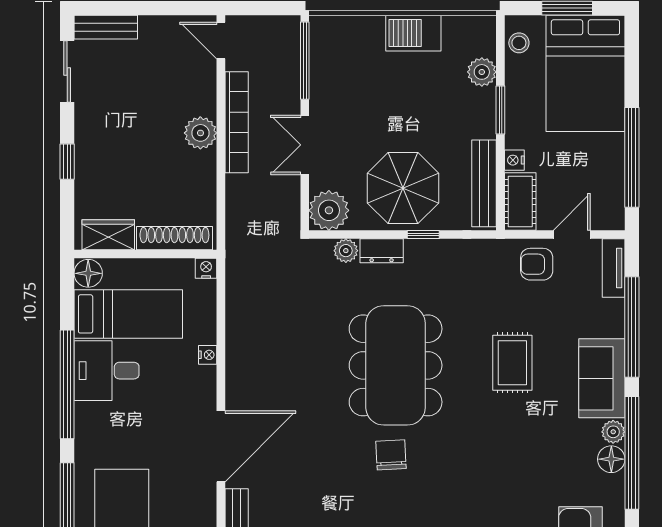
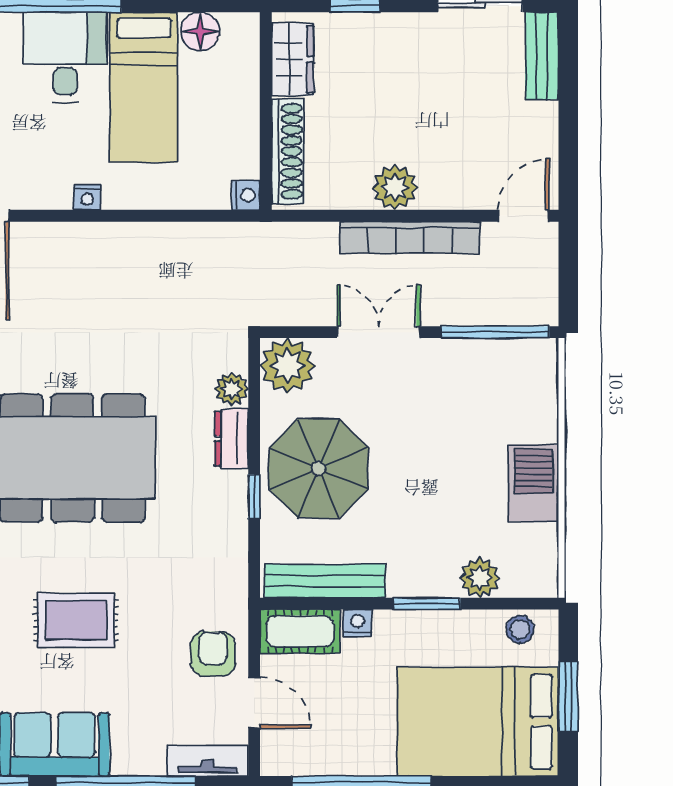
wardrobe: (108, 235) -> (293, 59), moved
shoe rack: (174, 238) -> (288, 151), moved
wall: (145, 254) -> (266, 111), moved
nightstand: (206, 268) -> (246, 195), moved

